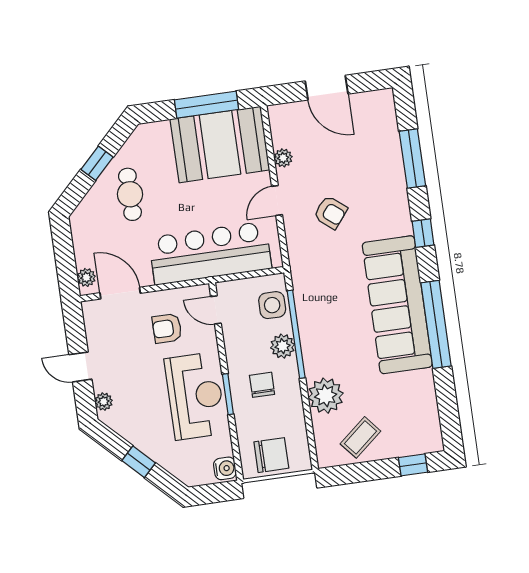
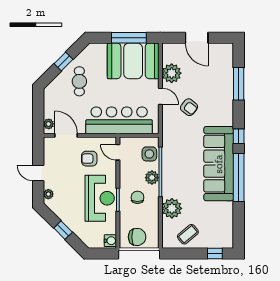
plant: (283, 158) -> (172, 73), width x1.88, depth x1.88
door: (277, 200) -> (160, 96), swing flipped
window: (423, 233) -> (239, 136), moved

